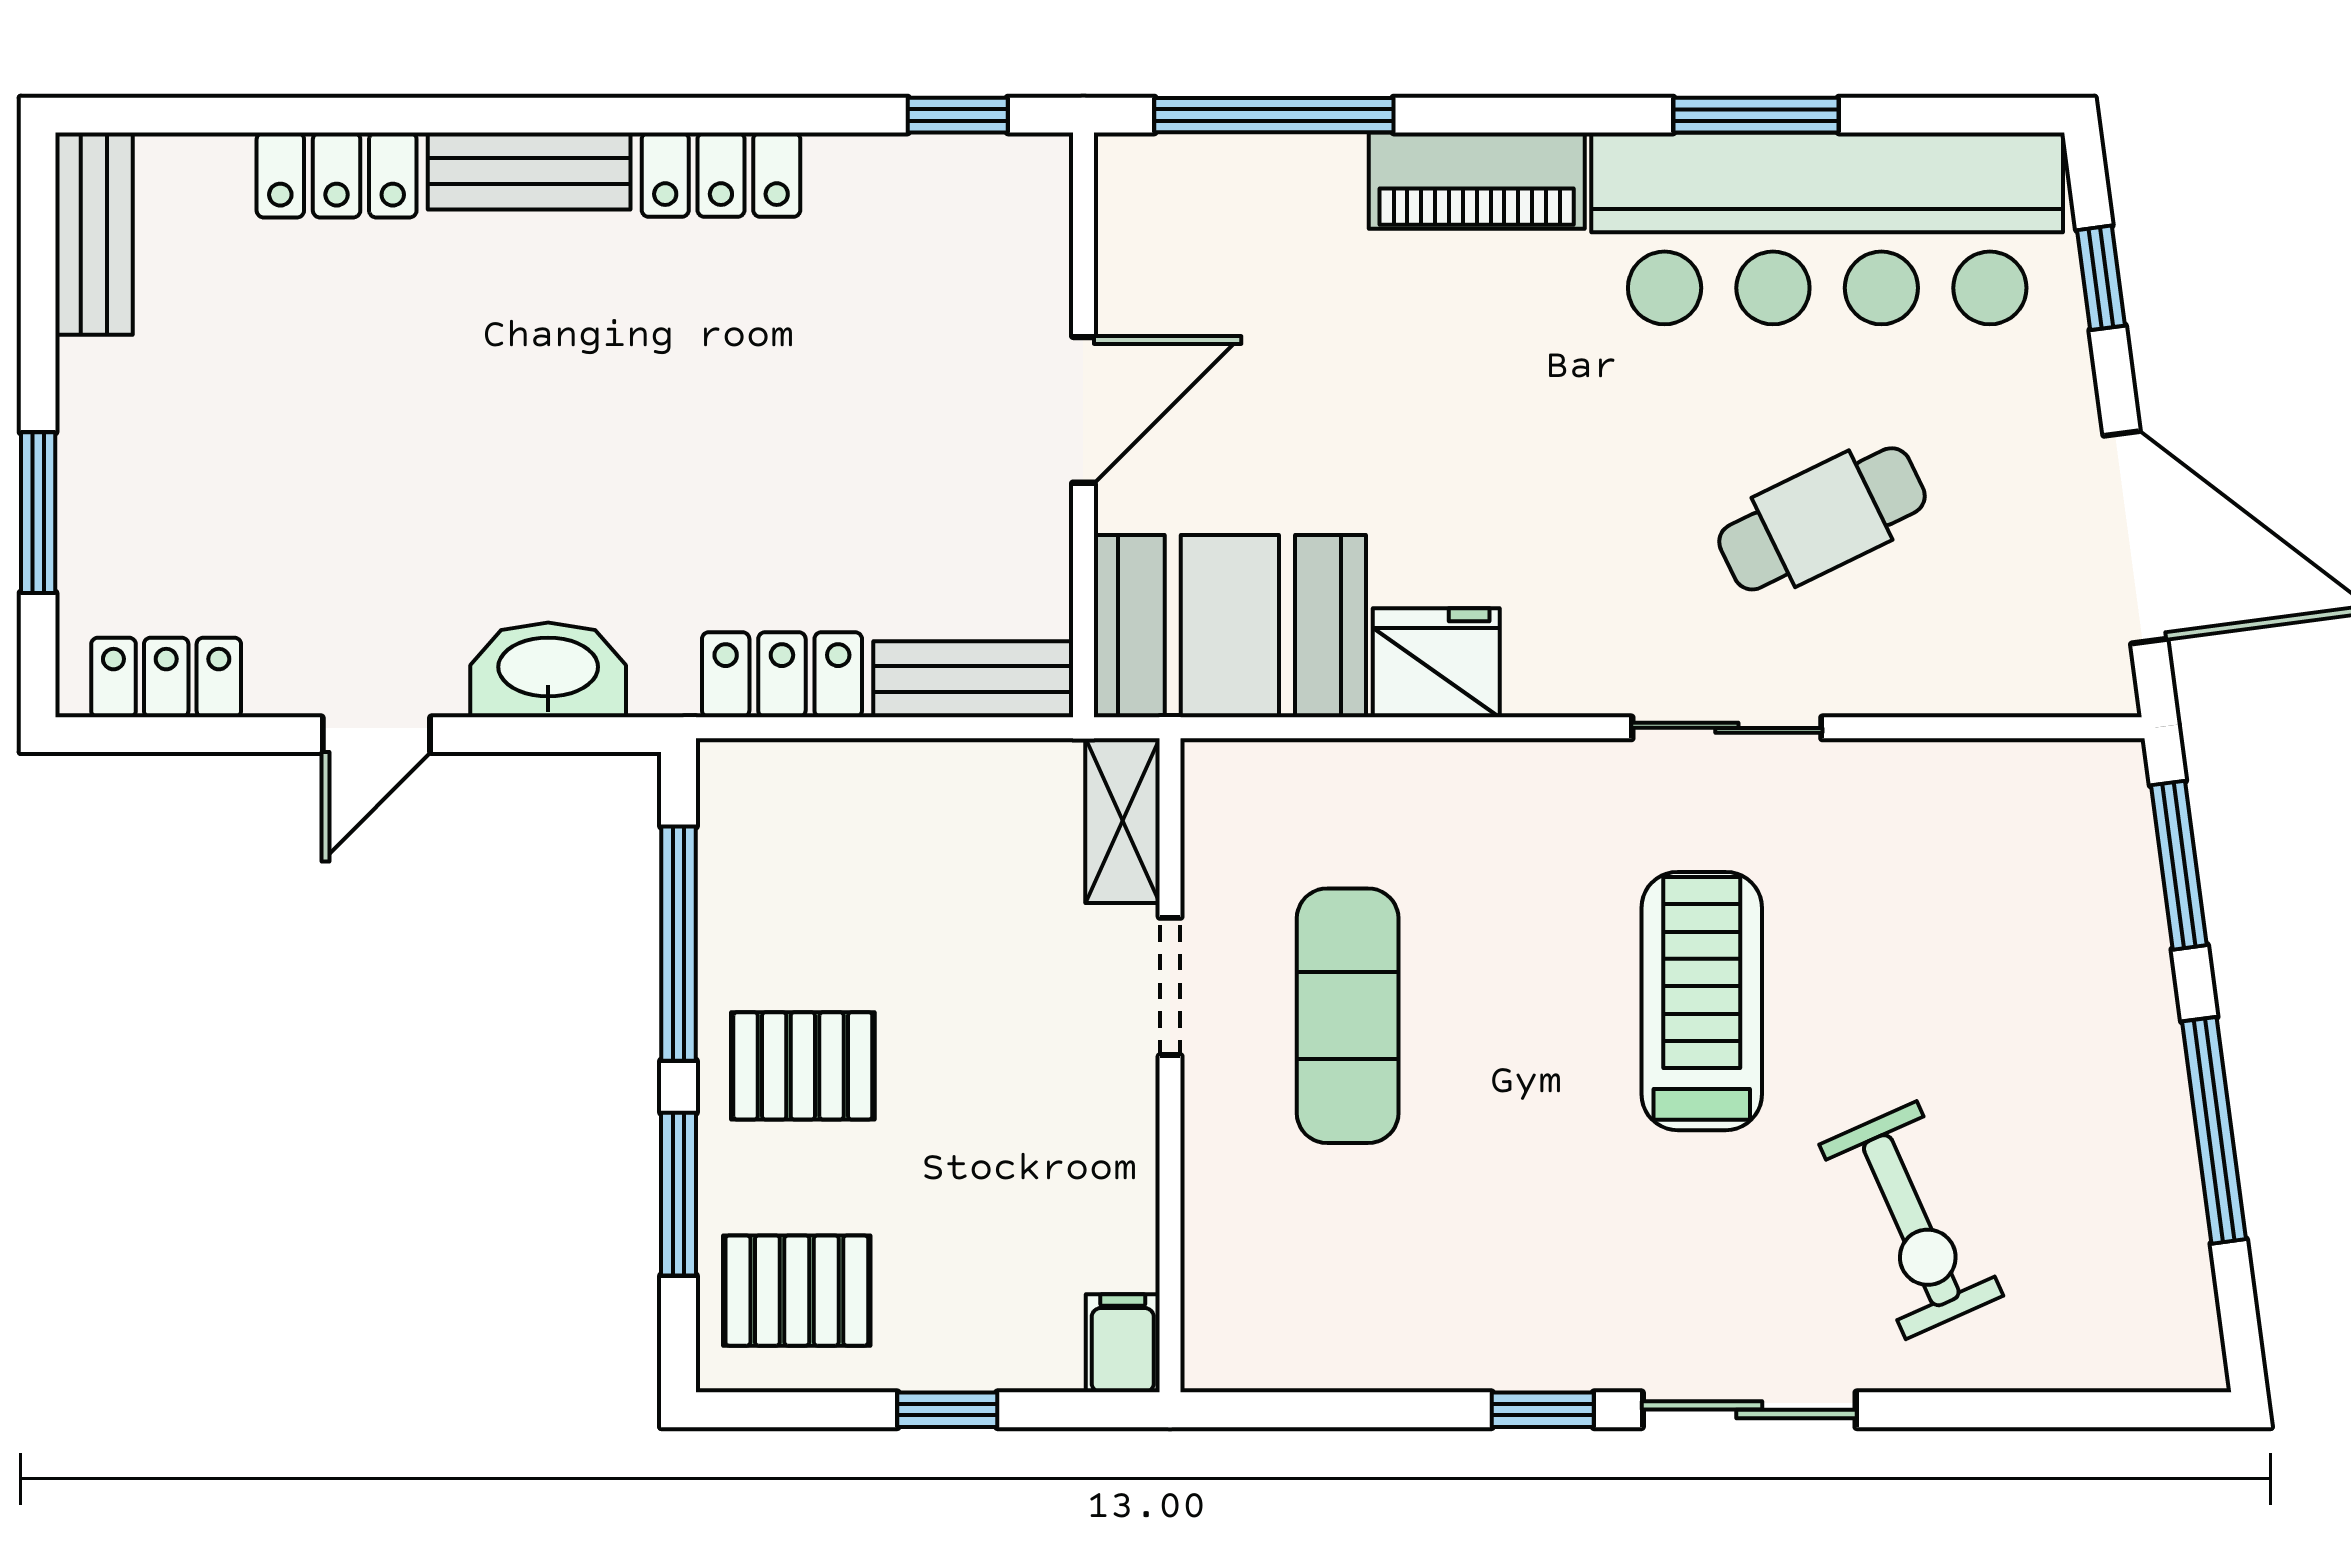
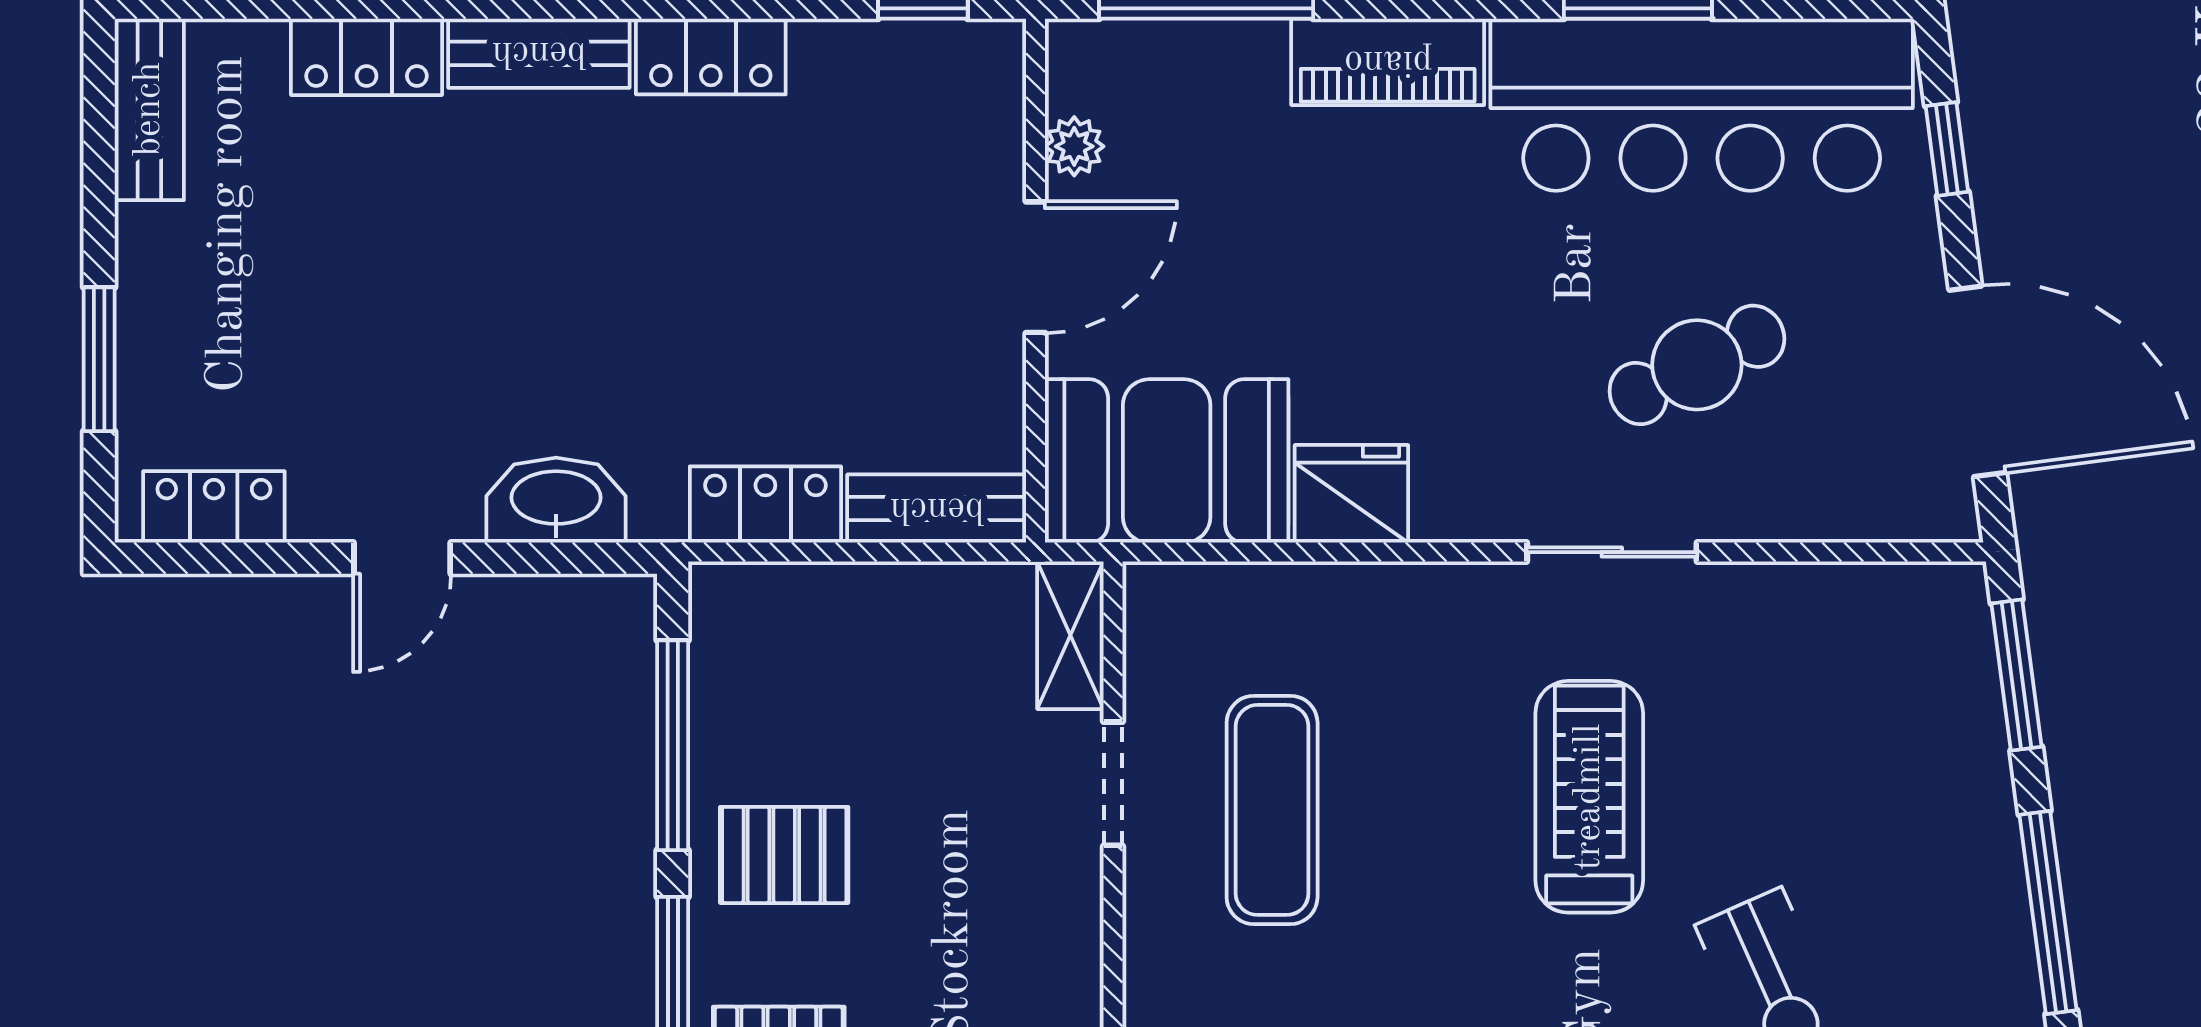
plant: (1127, 275) -> (1074, 146), added

